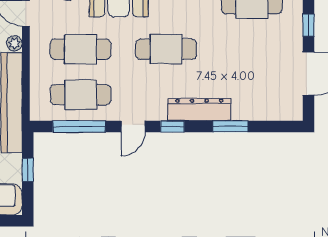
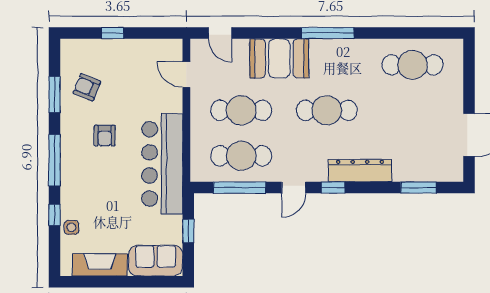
window: (308, 25) -> (469, 86), removed
plant: (14, 43) -> (175, 104), removed
window: (230, 126) -> (418, 188), moved

